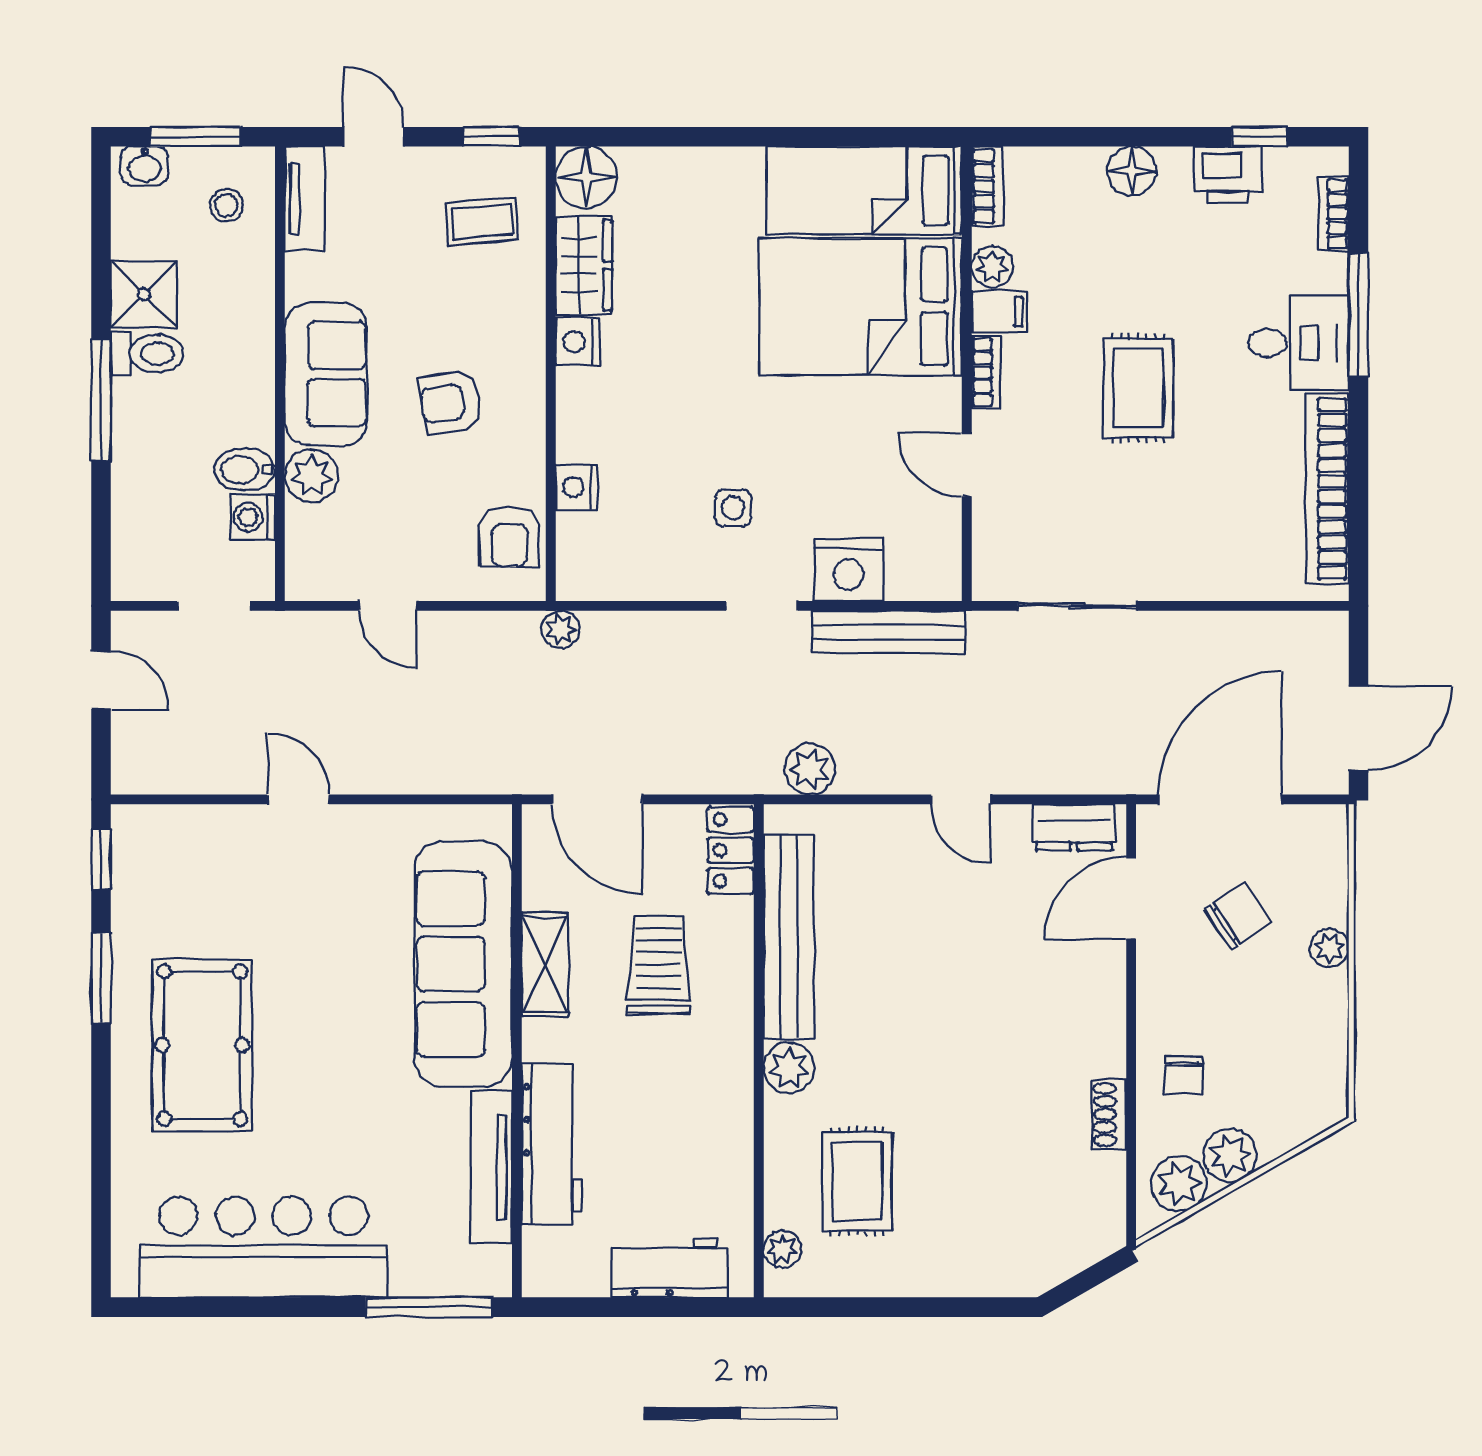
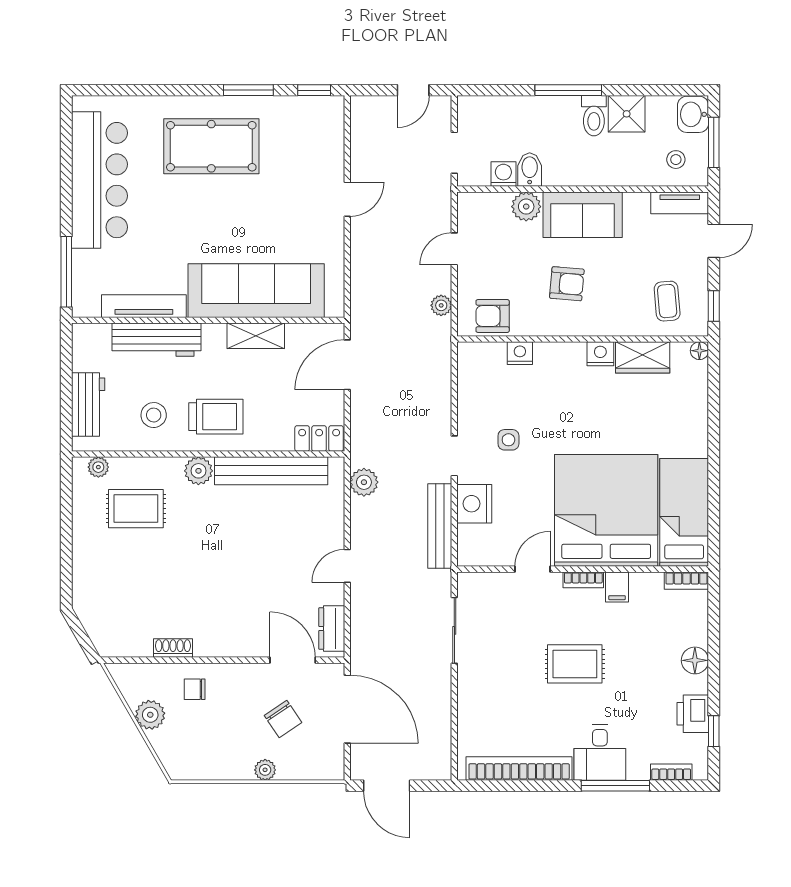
washbasin: (145, 166) -> (693, 114), width x1.38, depth x1.45
floor lamp: (586, 177) -> (699, 351), width x0.53, depth x0.53
plant: (992, 267) -> (642, 583), removed
bed: (861, 307) -> (606, 510), width x1.36
armchair: (451, 402) -> (567, 284), turned 104
plant: (561, 630) -> (441, 305), moved
trolley: (658, 965) -> (216, 417), moved
stool: (688, 1149) -> (154, 415), added
plant: (1179, 1184) -> (135, 687), removed

